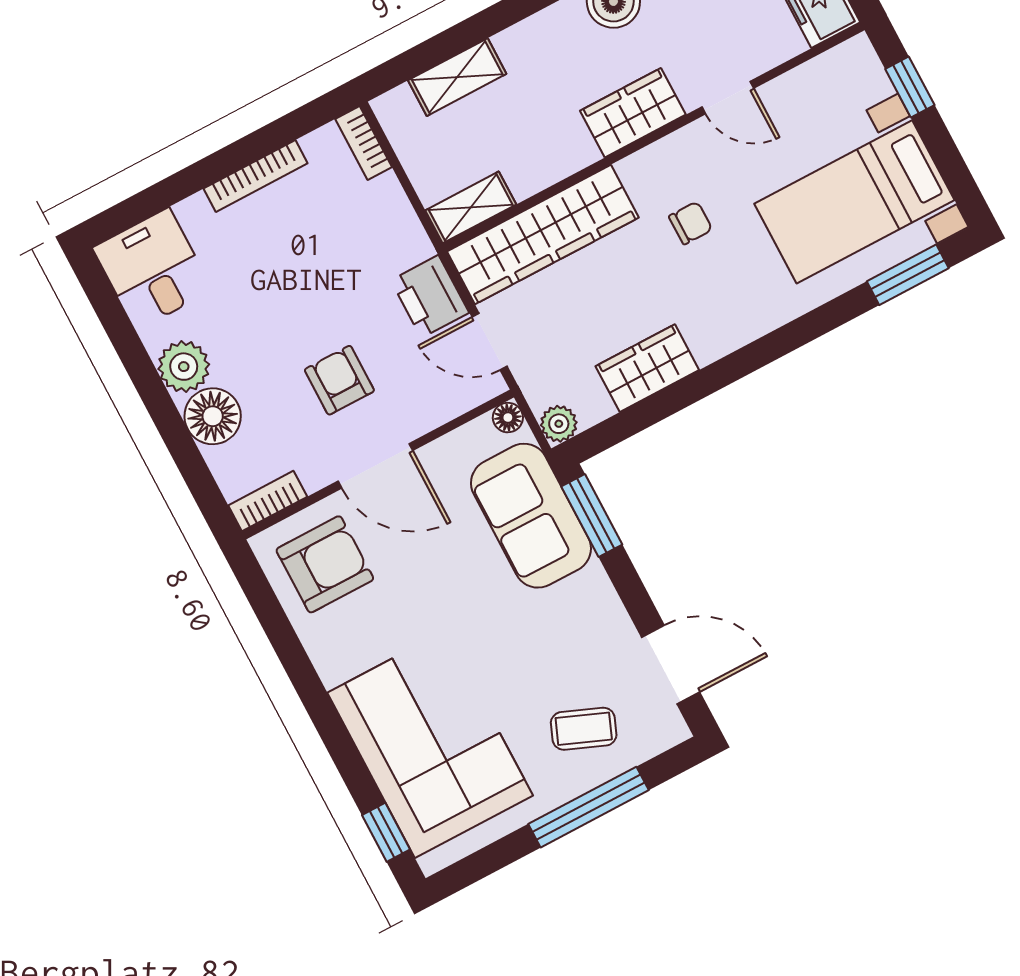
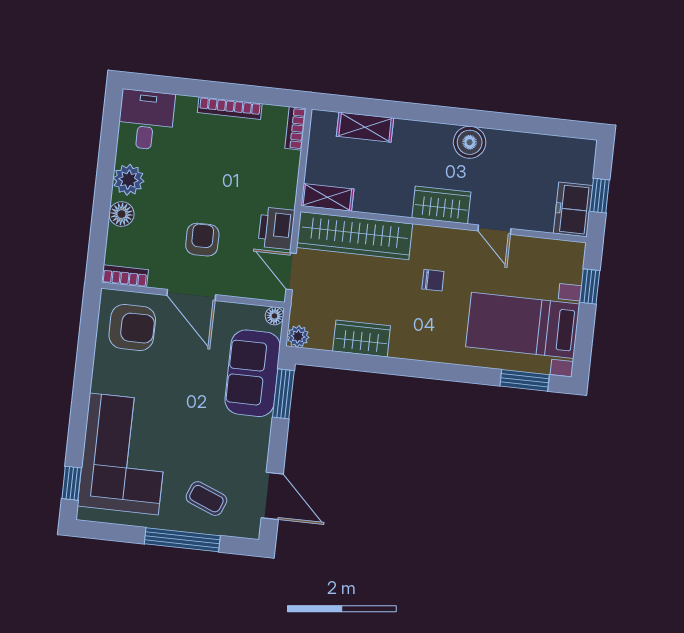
floor lamp: (213, 416) -> (122, 214), width x0.73, depth x0.73

